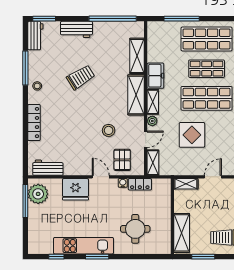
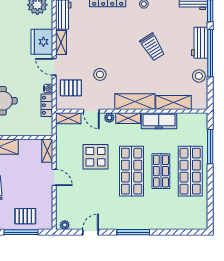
window: (113, 19) -> (210, 53), moved
stool: (110, 30) -> (199, 76), added
freezer: (155, 76) -> (159, 121), width x1.40
shelving: (76, 170) -> (61, 42), added
door: (101, 177) -> (54, 67), swing flipped

